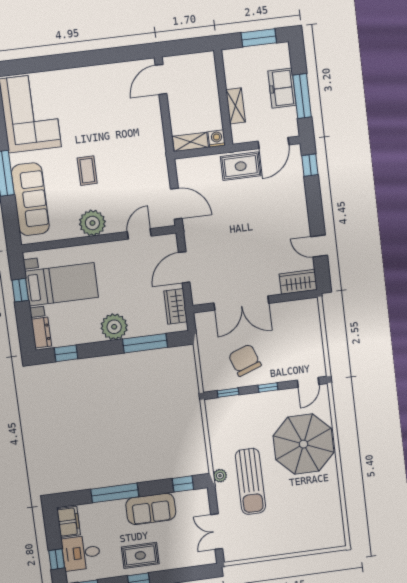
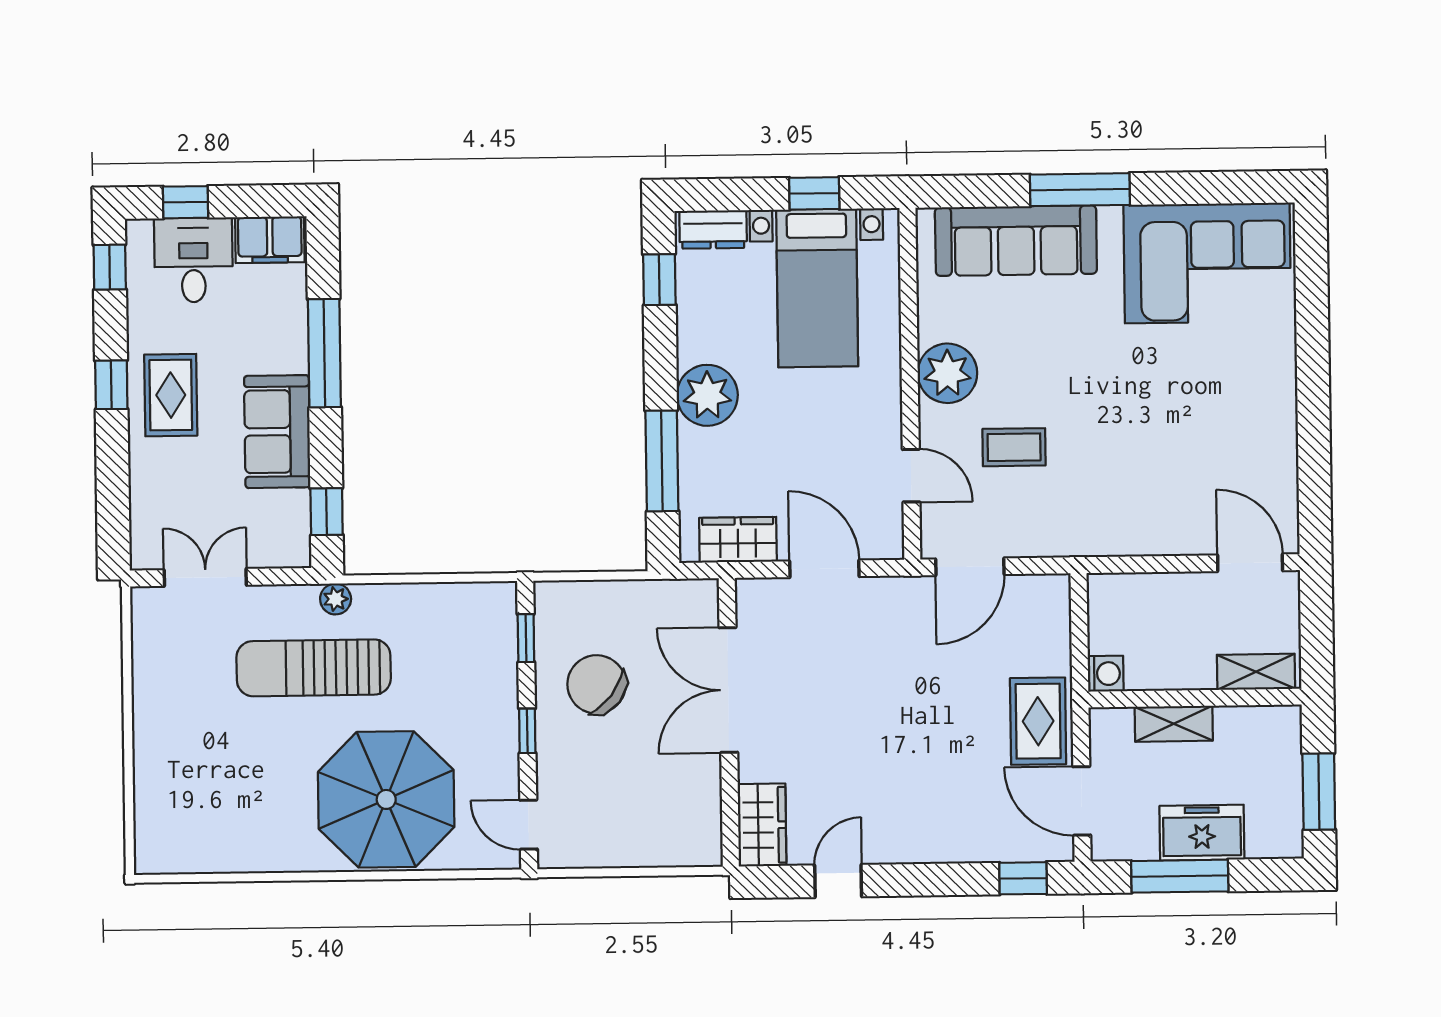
shelving: (190, 142) -> (1256, 672), moved, turned 90
coffee table: (87, 171) -> (1014, 447), moved
chair: (245, 360) -> (597, 684), turned -122

